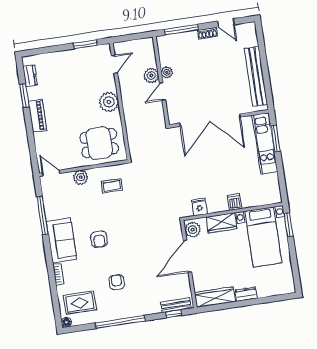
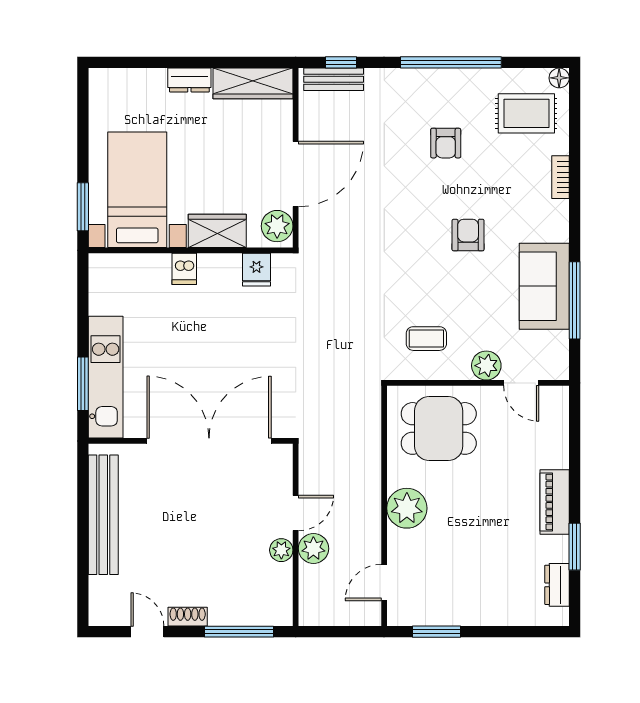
door: (51, 173) -> (521, 383), moved
sofa: (61, 240) -> (544, 286), moved

